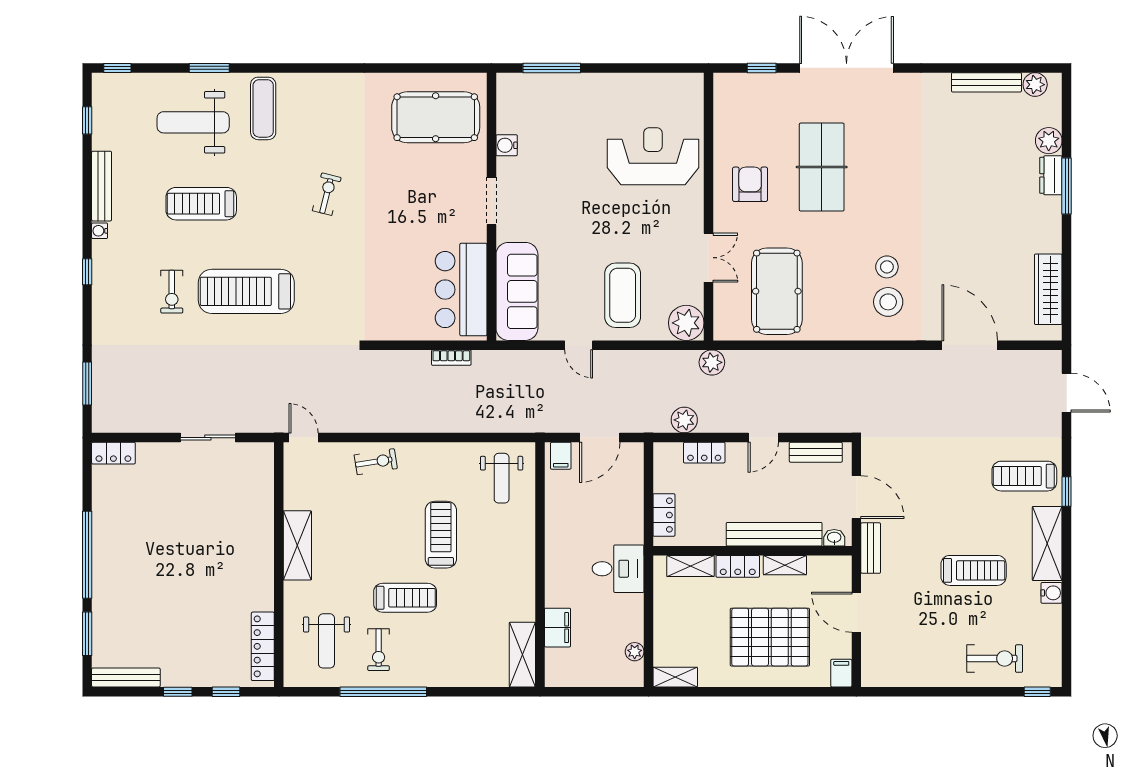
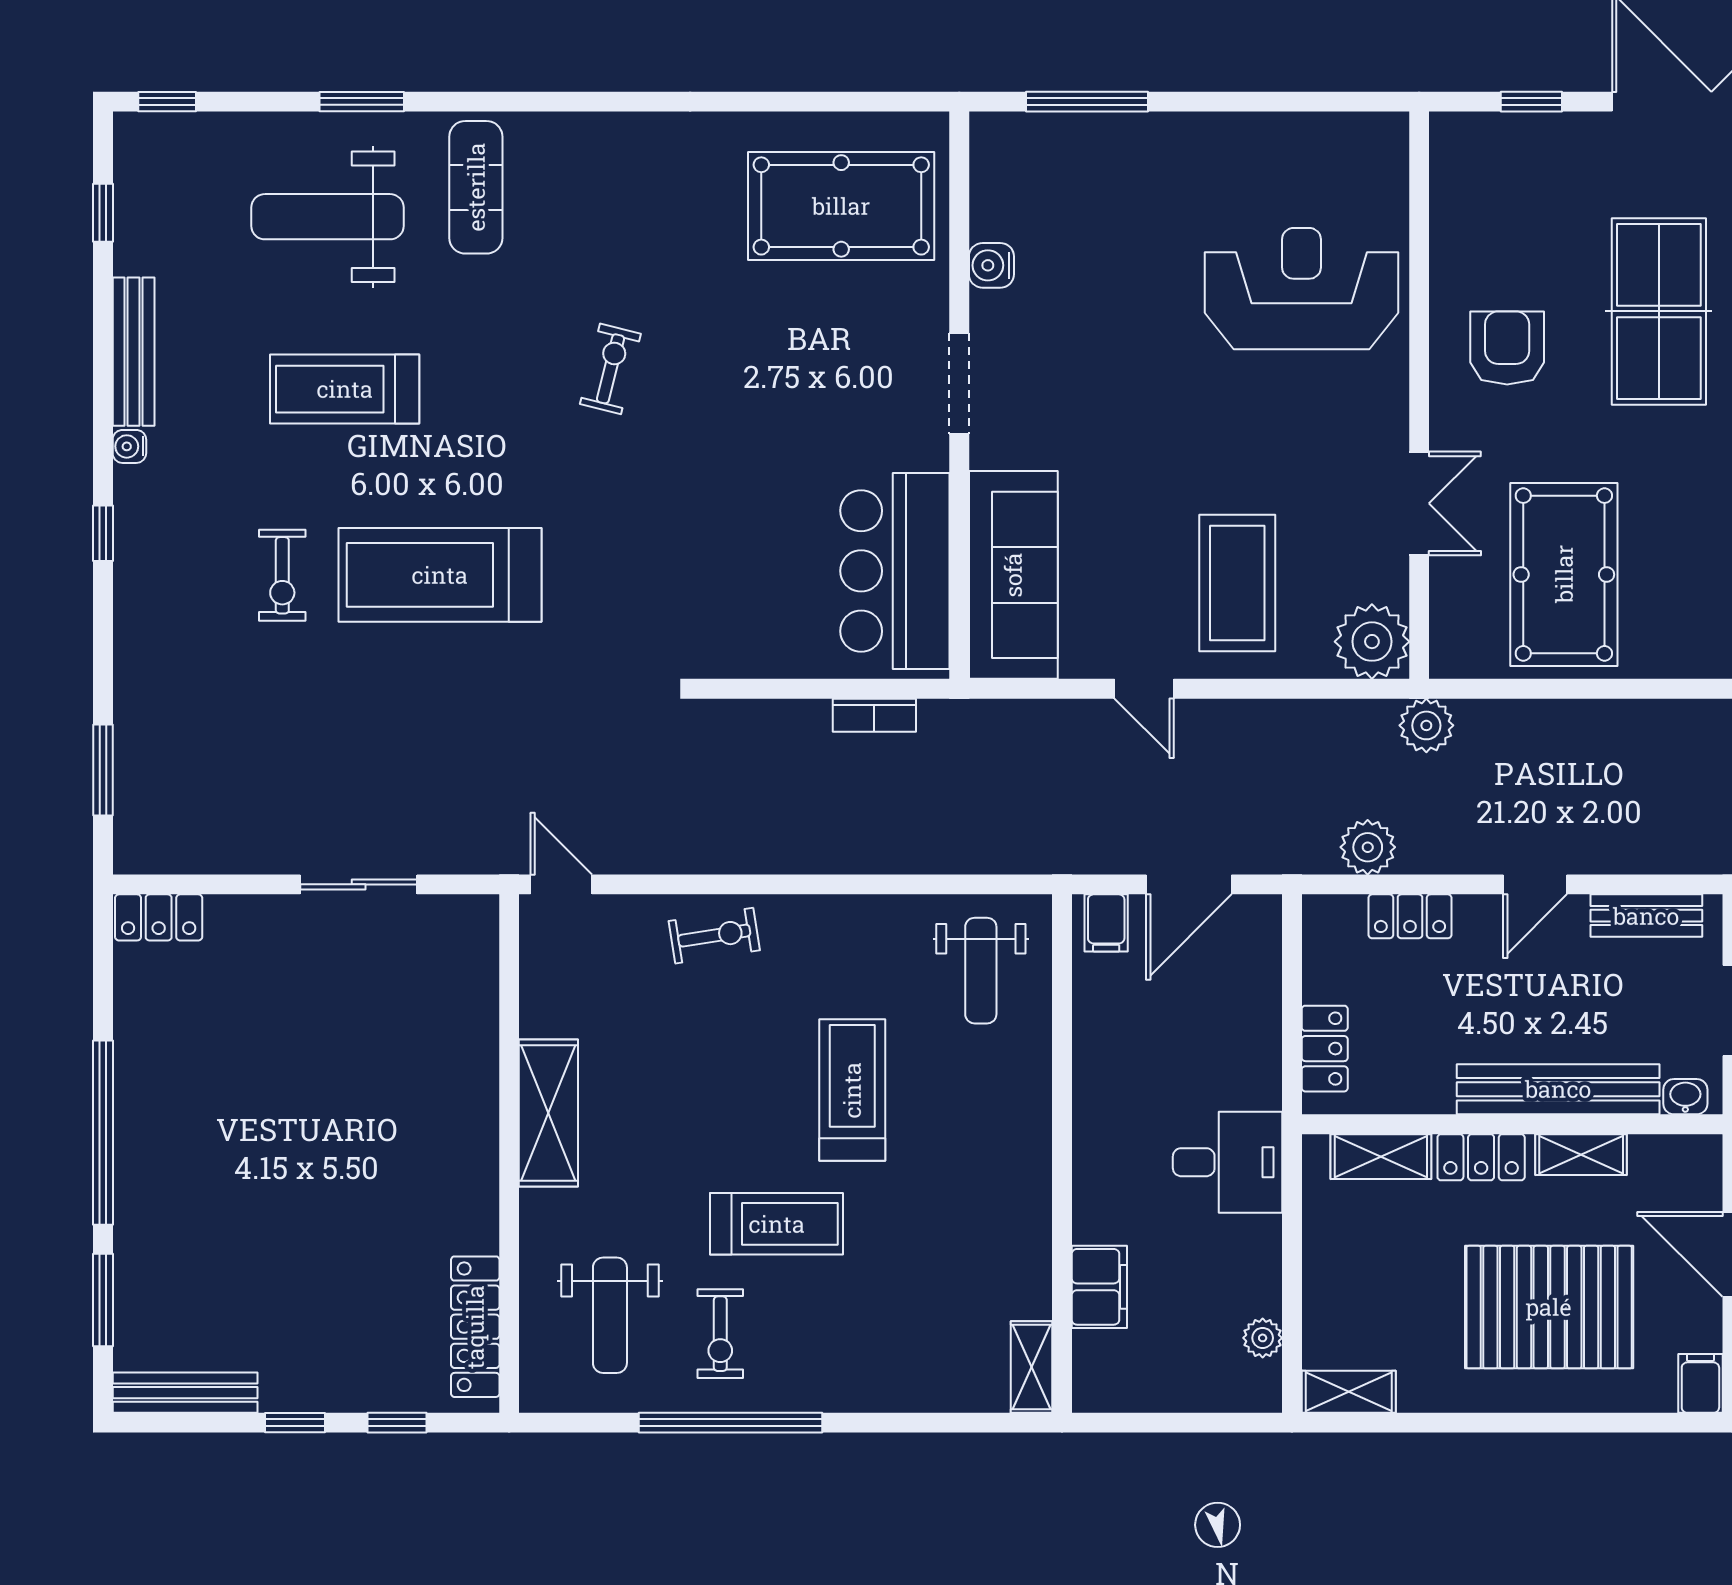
shelving: (522, 655) -> (1032, 1367), width x0.67, depth x0.75

